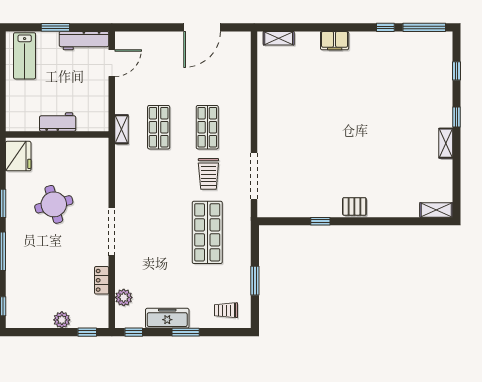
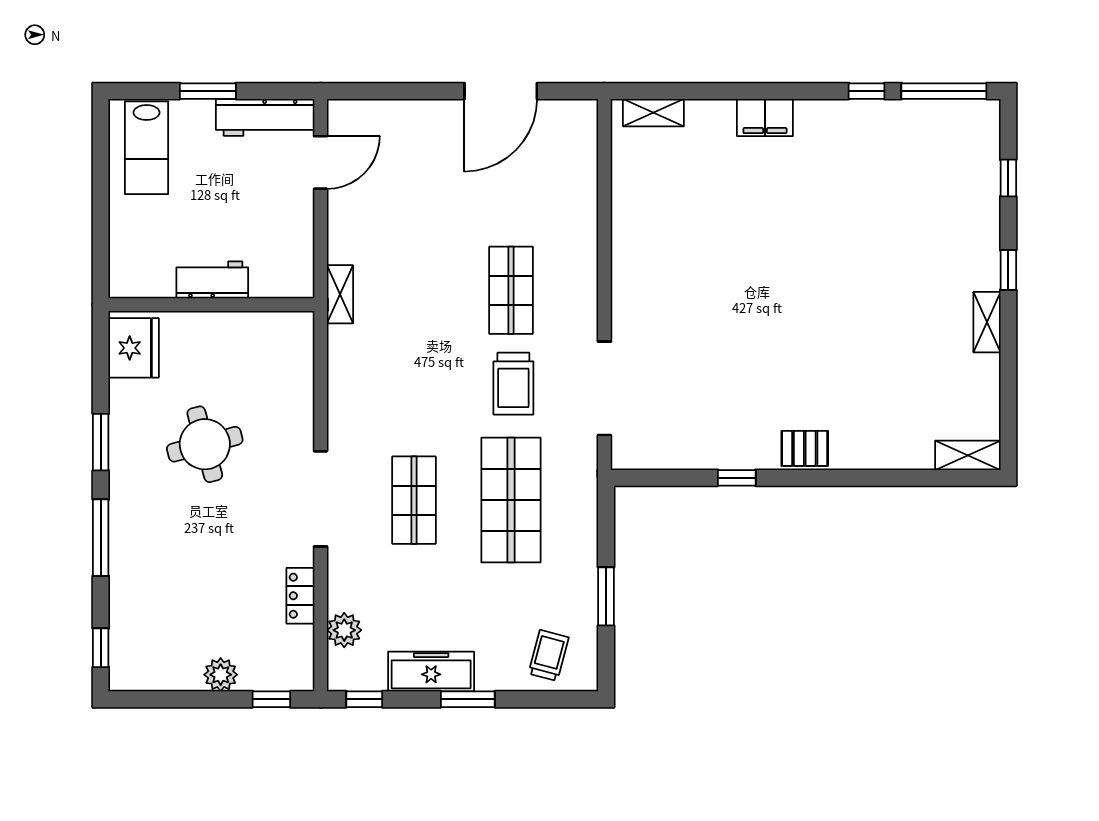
shop shelf: (159, 127) -> (414, 500), moved
trolley: (226, 310) -> (549, 655), turned 105

